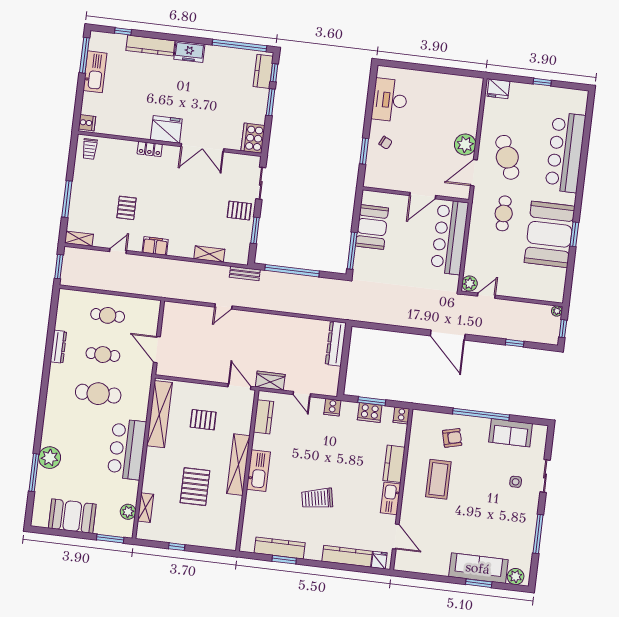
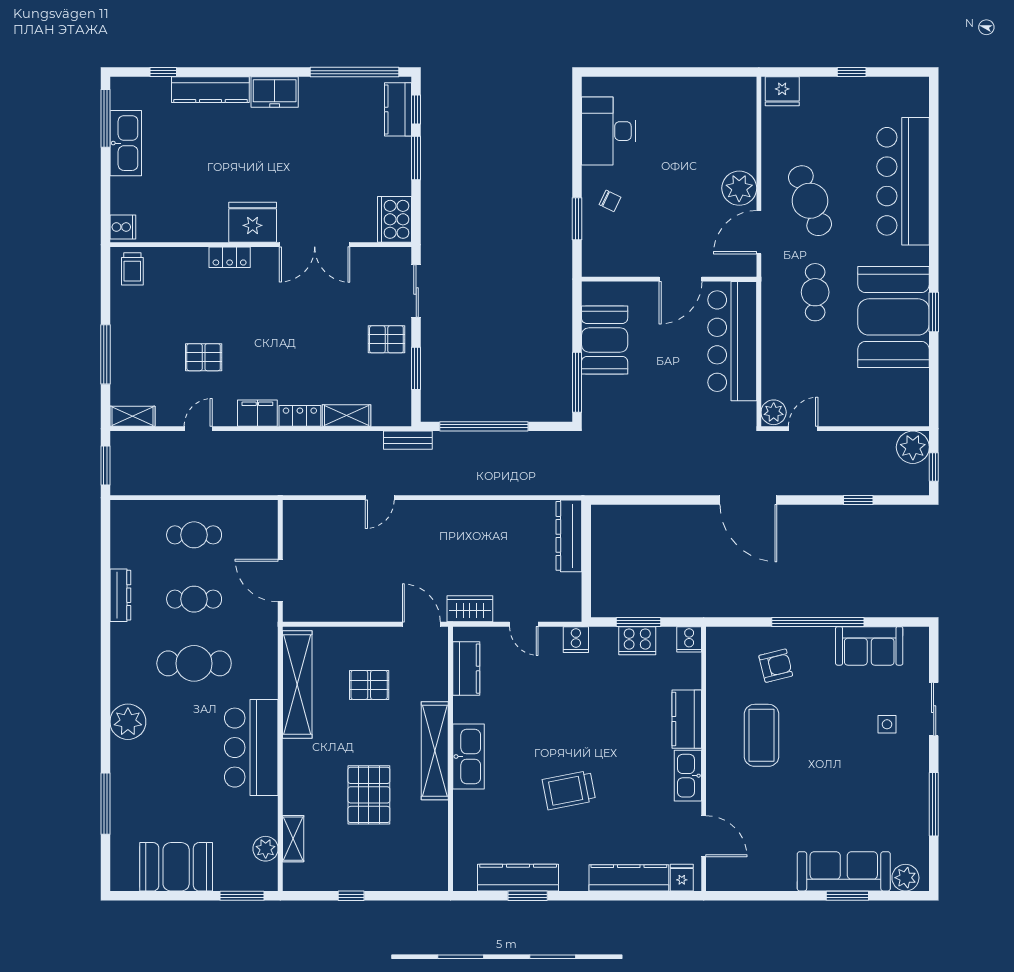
pallet: (127, 208) -> (204, 357), turned 90
locker: (181, 251) -> (300, 416), added
plant: (557, 311) -> (913, 447), width x1.88, depth x1.88
plant: (50, 458) -> (128, 722), moved

